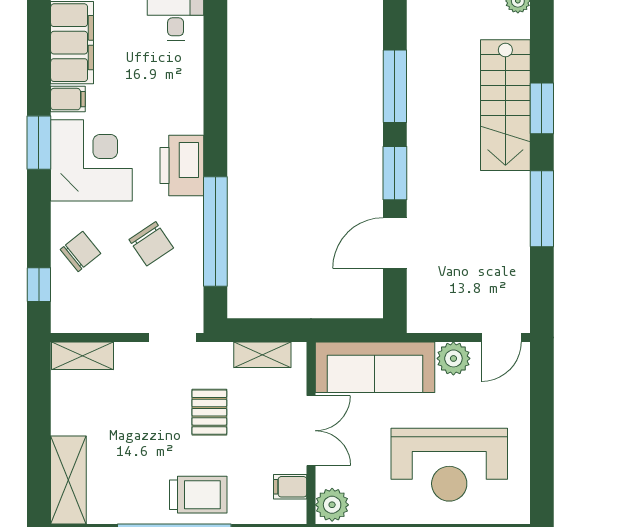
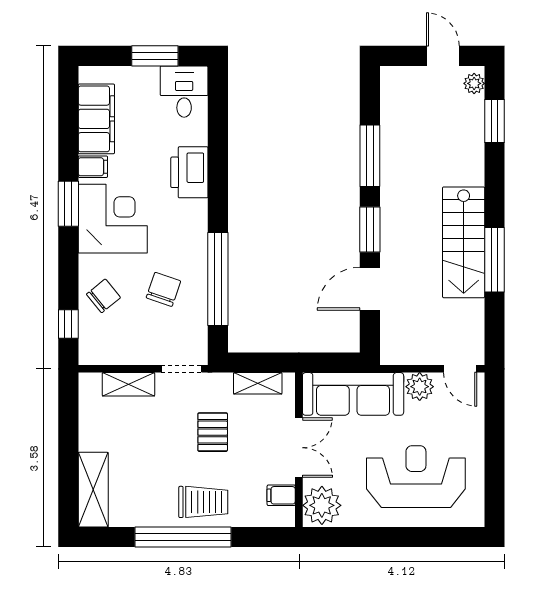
stairs: (505, 105) -> (464, 242), moved
window: (542, 108) -> (495, 121), moved
printer: (182, 165) -> (189, 172), moved
chair: (151, 244) -> (163, 289), turned -127
door: (501, 337) -> (460, 369), hinge flipped
shelving: (83, 356) -> (128, 384), moved
reception desk: (449, 465) -> (416, 477), turned 180
plant: (332, 505) -> (322, 505), width x1.36, depth x1.36

